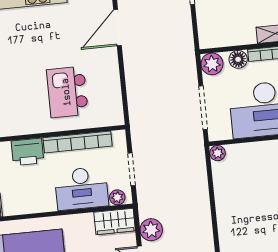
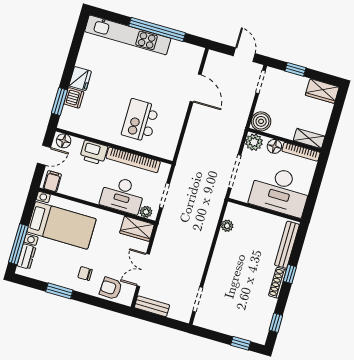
door: (117, 28) -> (196, 88), swing flipped
boiler: (211, 36) -> (261, 121), added
plant: (218, 153) -> (227, 226), moved
plant: (151, 230) -> (161, 245), removed

